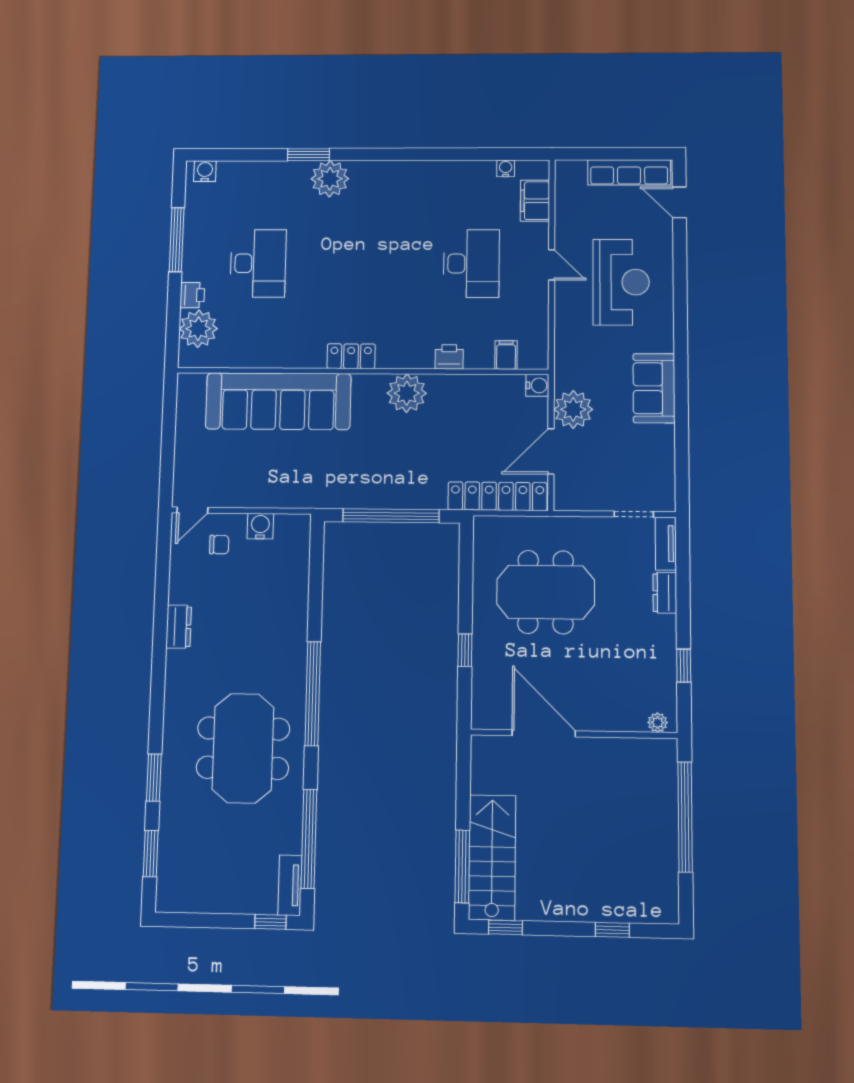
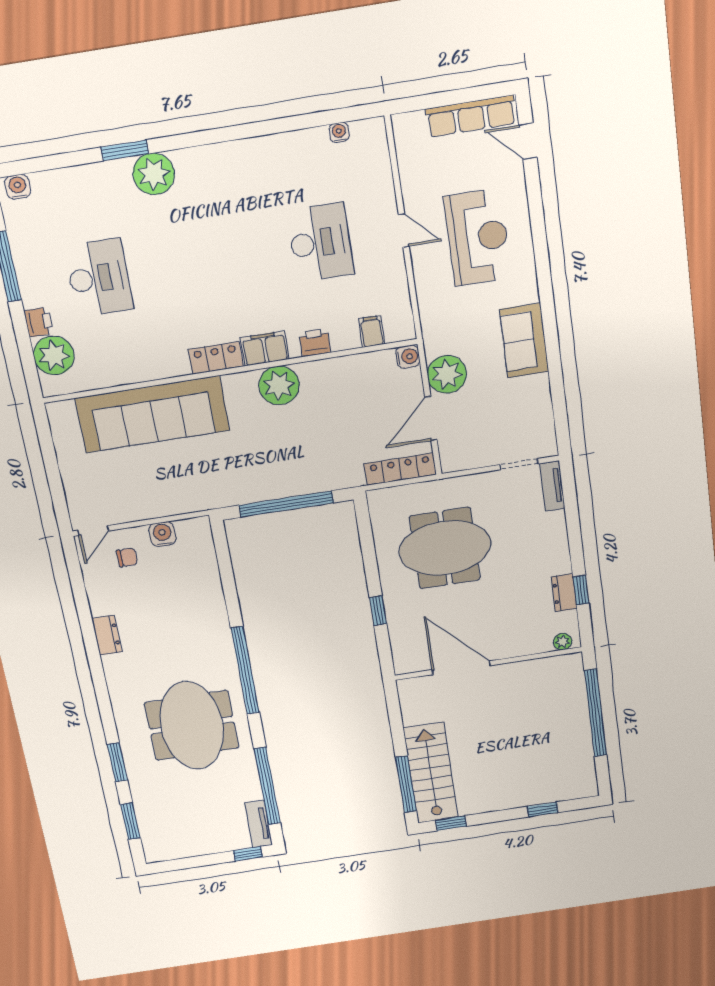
filing cabinet: (535, 201) -> (265, 348), moved, turned 90
locker: (497, 496) -> (400, 469), width x0.71, depth x0.83
dresser: (665, 593) -> (564, 593), moved

